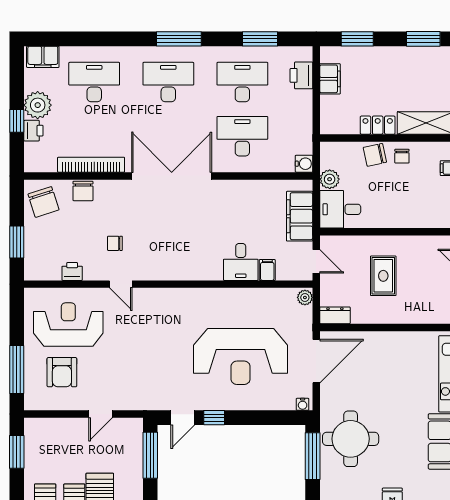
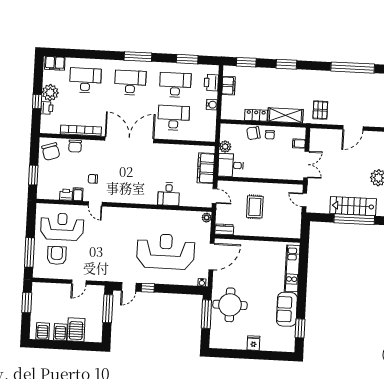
water cooler: (304, 164) -> (212, 105), moved
filing cabinet: (267, 270) -> (78, 194), moved
reception desk: (241, 356) -> (166, 251), turned 180
armchair: (62, 372) -> (57, 255), turned 180

